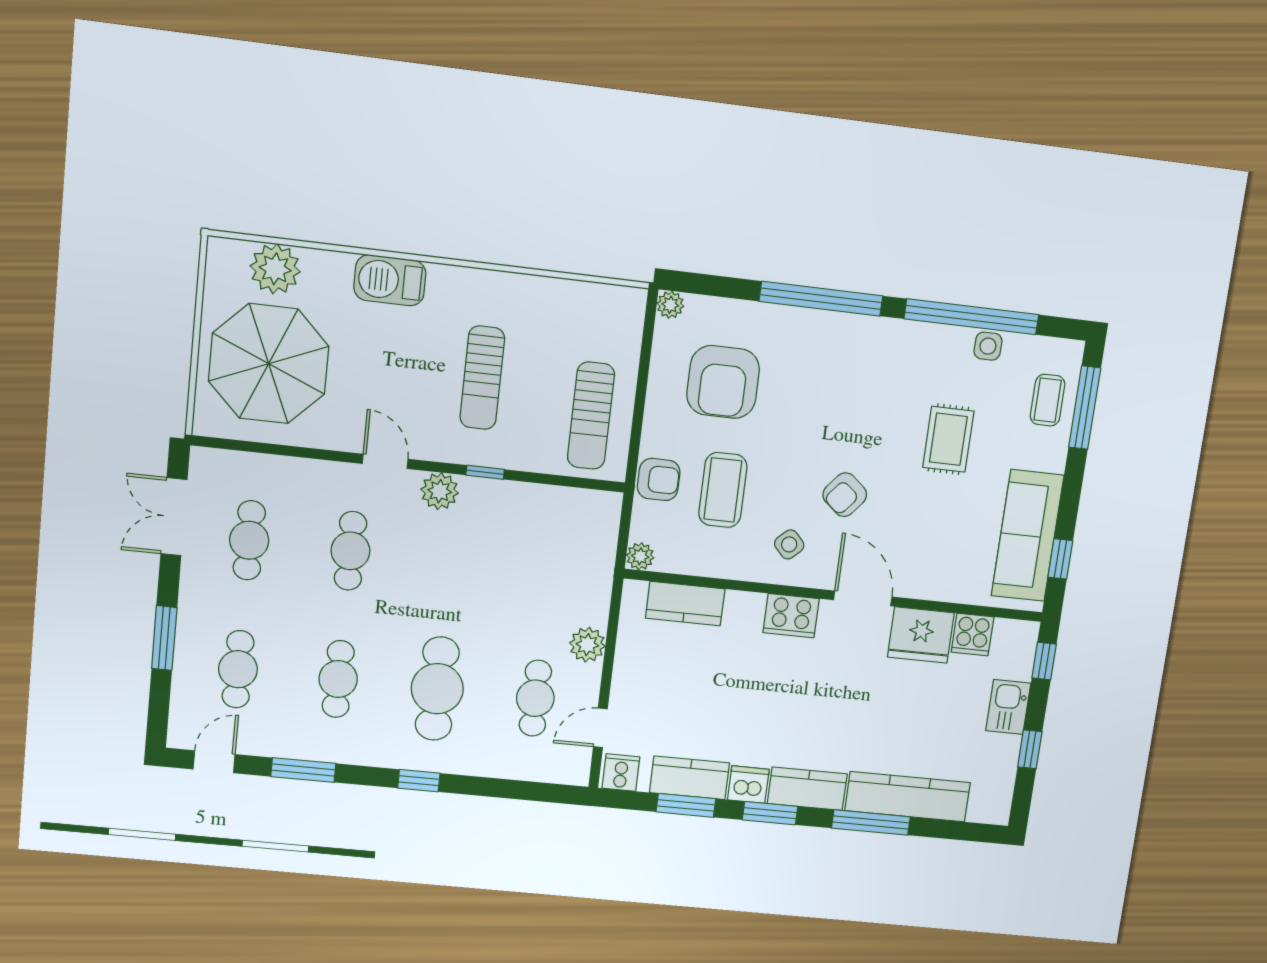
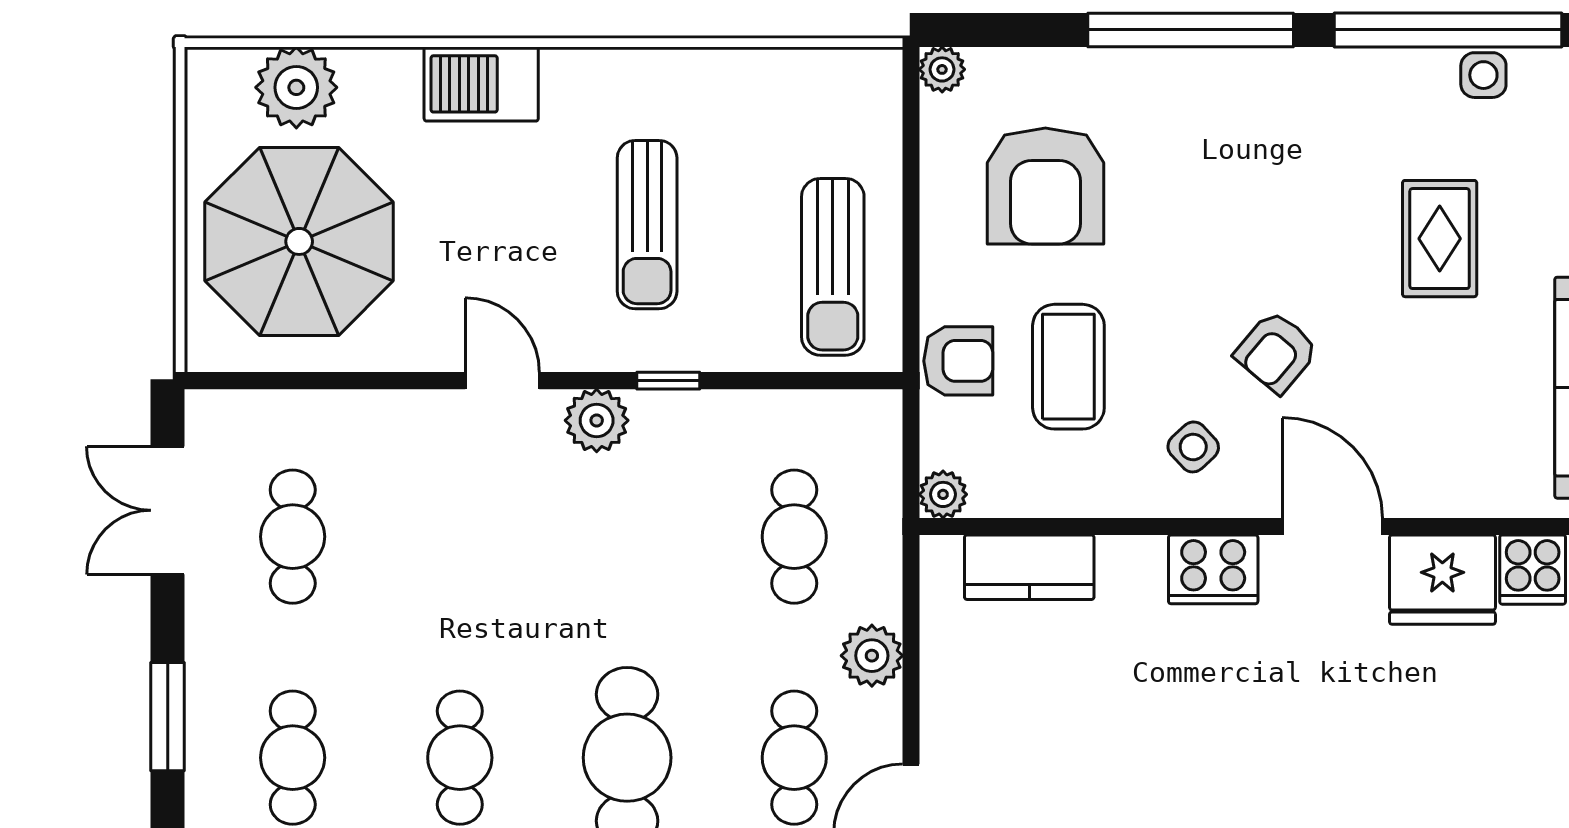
cafe table: (350, 551) -> (794, 537), moved

